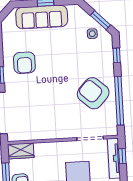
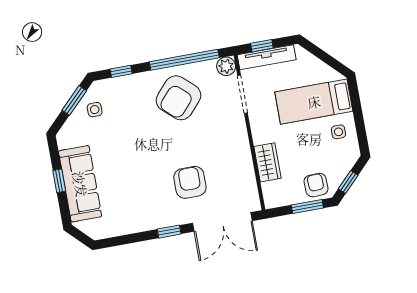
armchair: (24, 63) -> (190, 182), moved, turned -90
plant: (111, 129) -> (226, 66), added
wardrobe: (21, 151) -> (267, 162), moved

